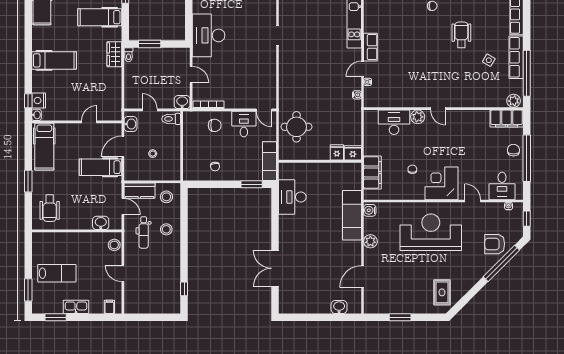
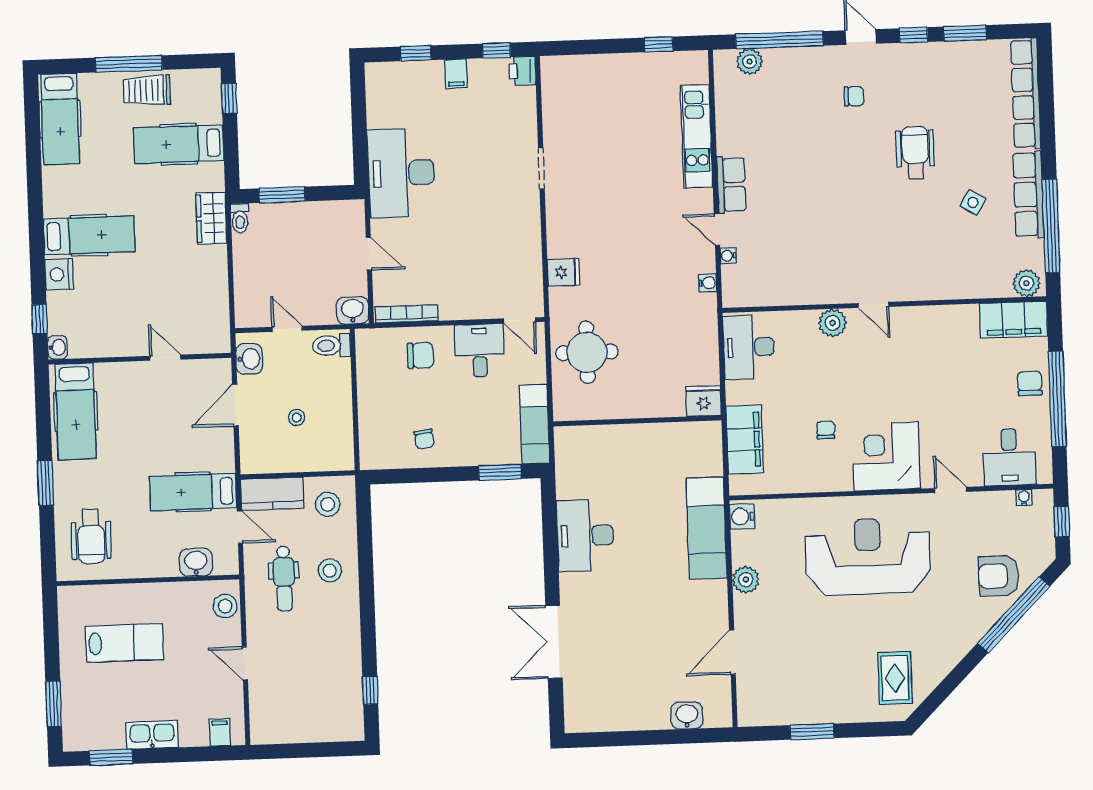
door: (363, 69) -> (717, 230), hinge flipped
nightstand: (39, 100) -> (59, 274), moved
door: (89, 122) -> (165, 358), hinge flipped
desk: (394, 122) -> (749, 347), moved, turned -90
fridge: (337, 152) -> (564, 272), moved, turned 90
hospital bed: (101, 167) -> (193, 492), moved
desk: (292, 197) -> (585, 536), moved
lab bench: (57, 273) -> (124, 643), moved

